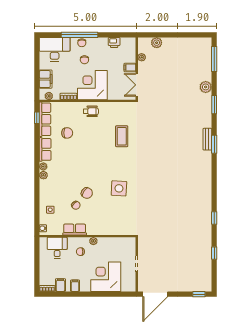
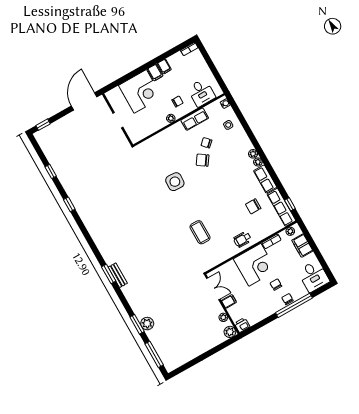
printer: (114, 43) -> (242, 325), moved
plant: (157, 43) -> (230, 332), moved
desk: (55, 49) -> (314, 276), width x0.73
window: (214, 105) -> (137, 324), moved
filing cabinet: (60, 285) -> (155, 72), moved

